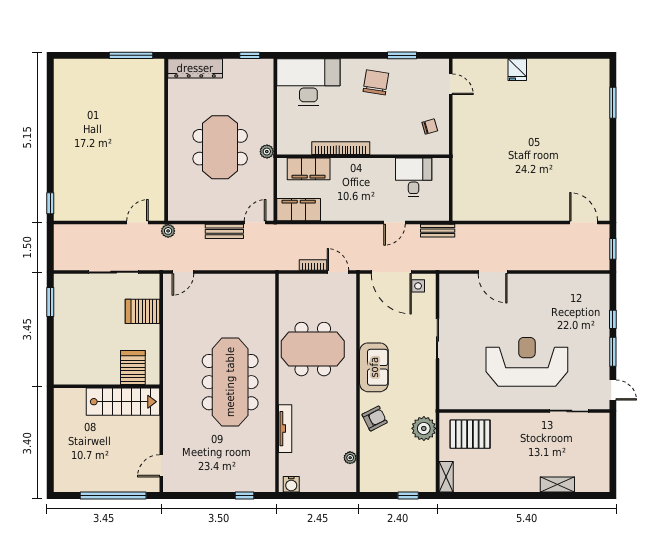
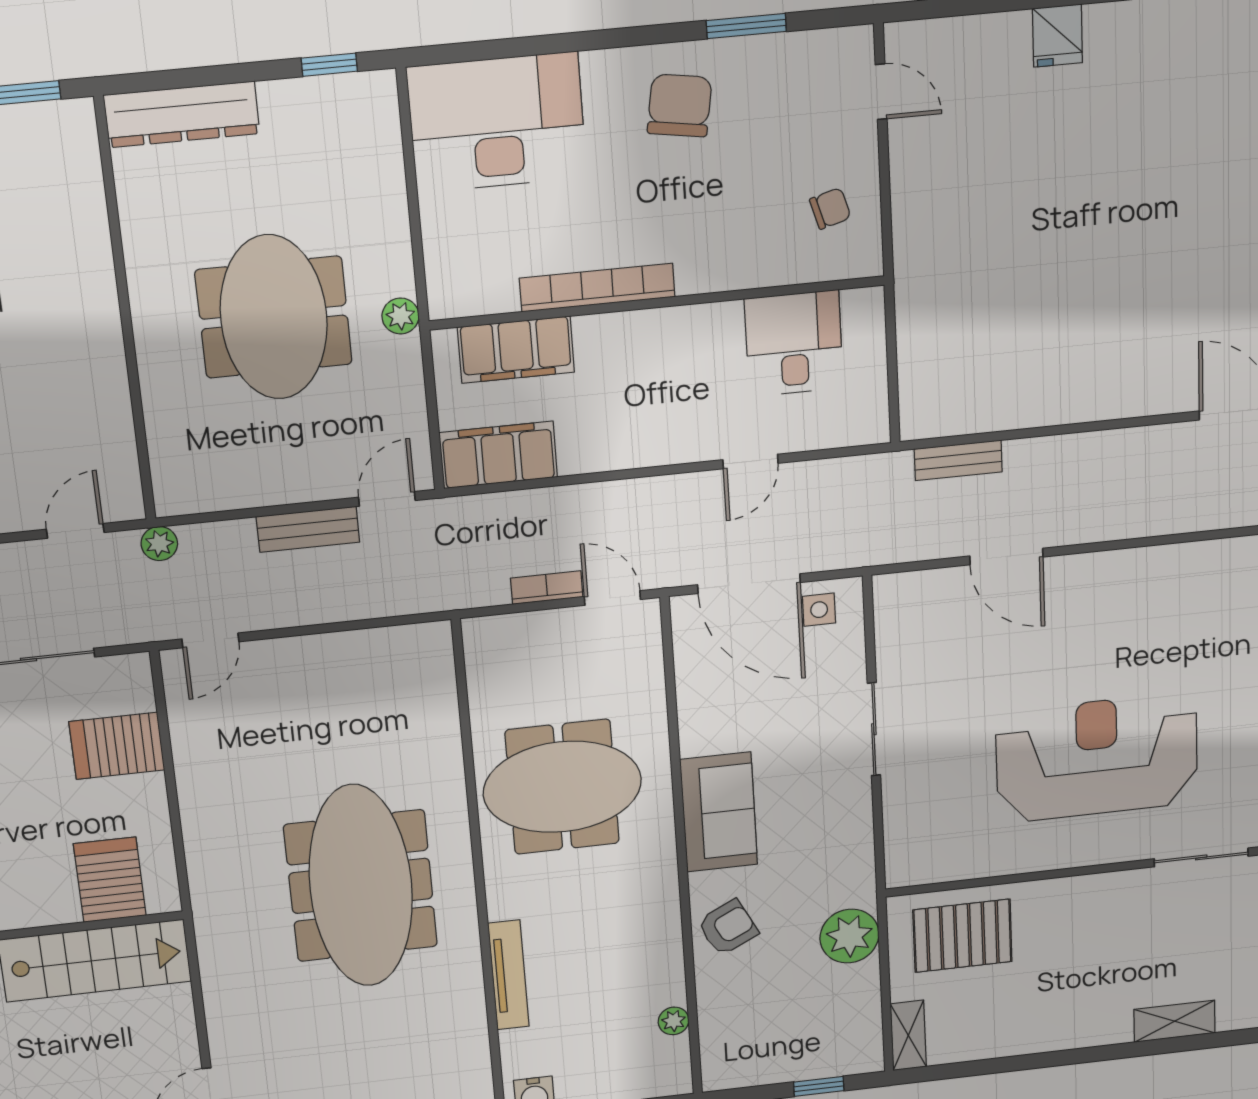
bench: (438, 231) -> (958, 460), moved

